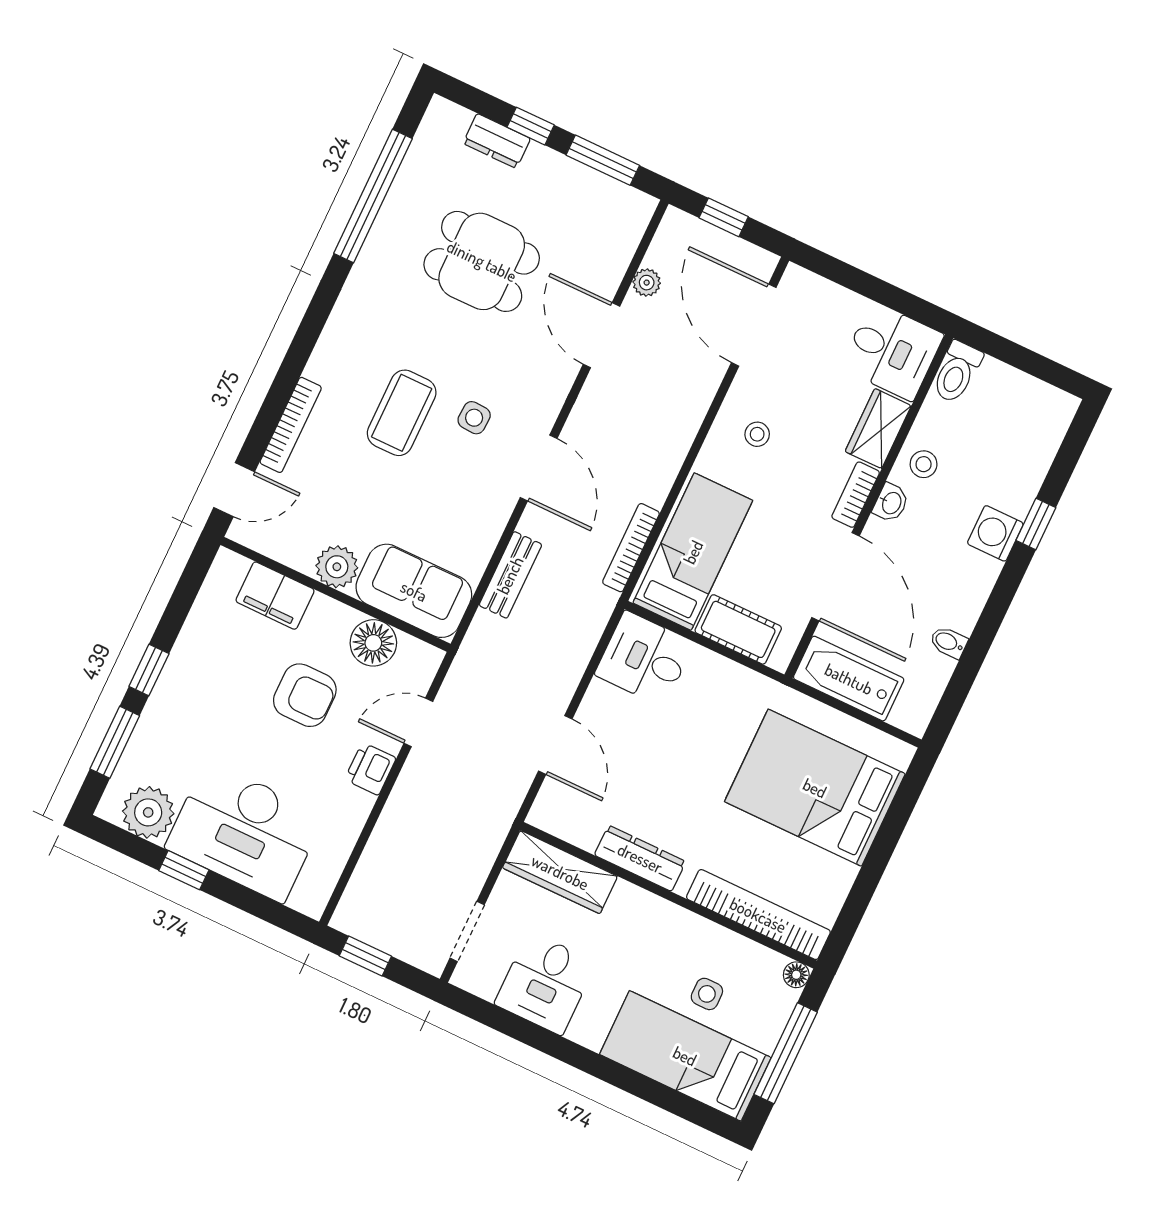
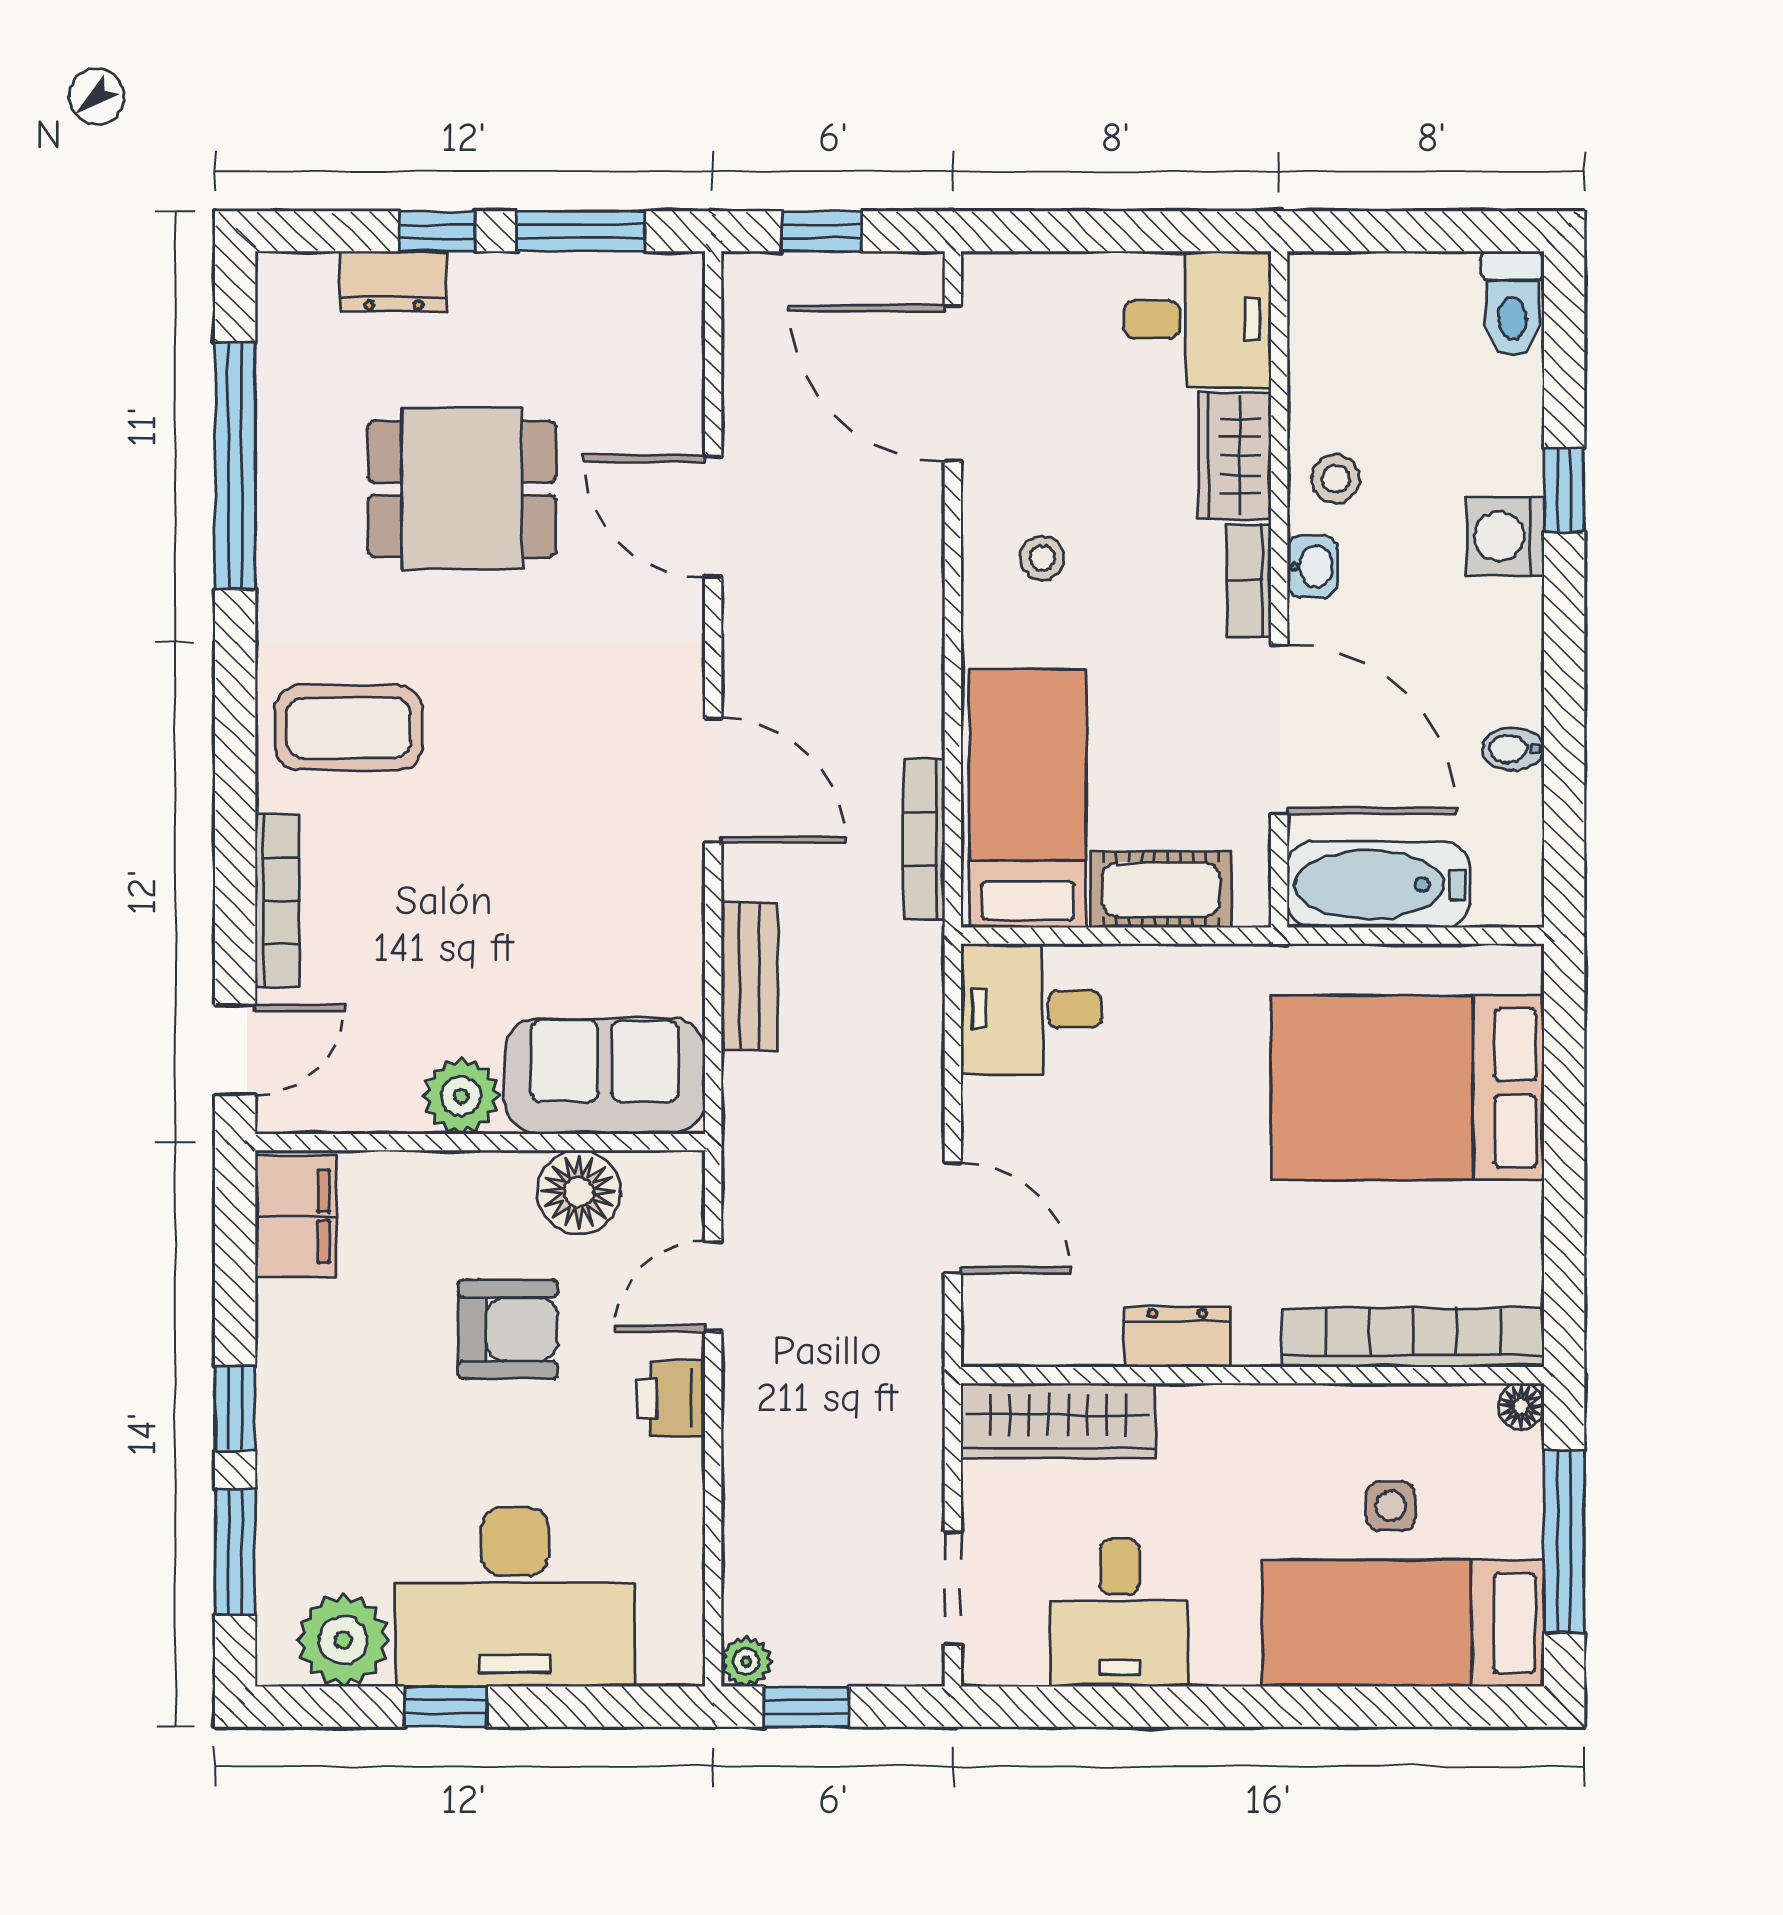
plant: (647, 283) -> (746, 1662), moved
toilet: (957, 372) -> (1512, 304), moved
coffee table: (402, 413) -> (349, 728), moved, turned 90
side table: (474, 418) -> (570, 748), removed
filing cabinet: (275, 596) -> (295, 1216), moved, turned -90
dresser: (640, 858) -> (1178, 1337), width x0.70

